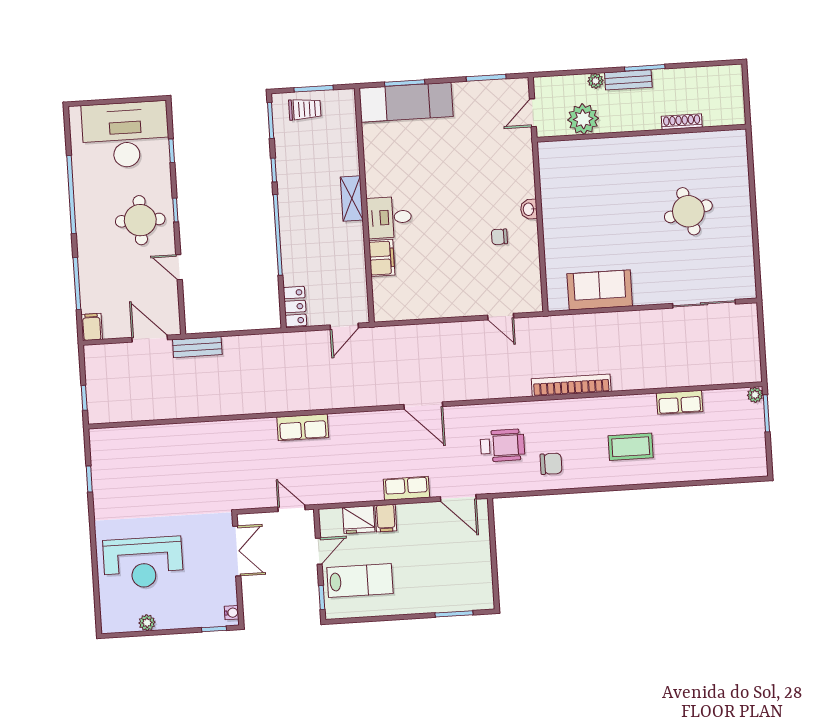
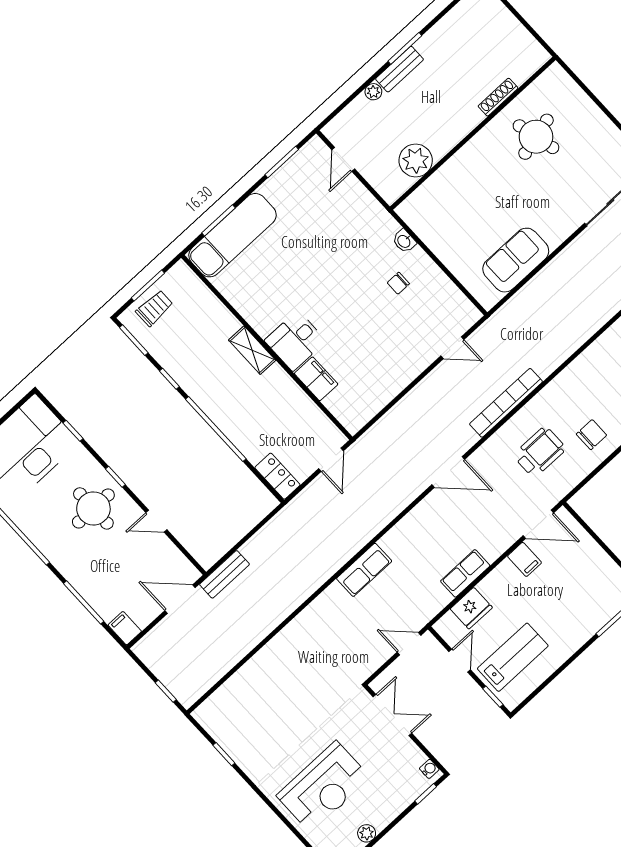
plant: (583, 119) -> (416, 160), moved
shoe rack: (682, 122) -> (498, 97), moved
wall: (641, 133) -> (473, 133), moved
bookcase: (571, 385) -> (506, 403), moved
row of seats: (406, 488) -> (465, 573), moved
filing cabinet: (386, 518) -> (525, 559), moved

